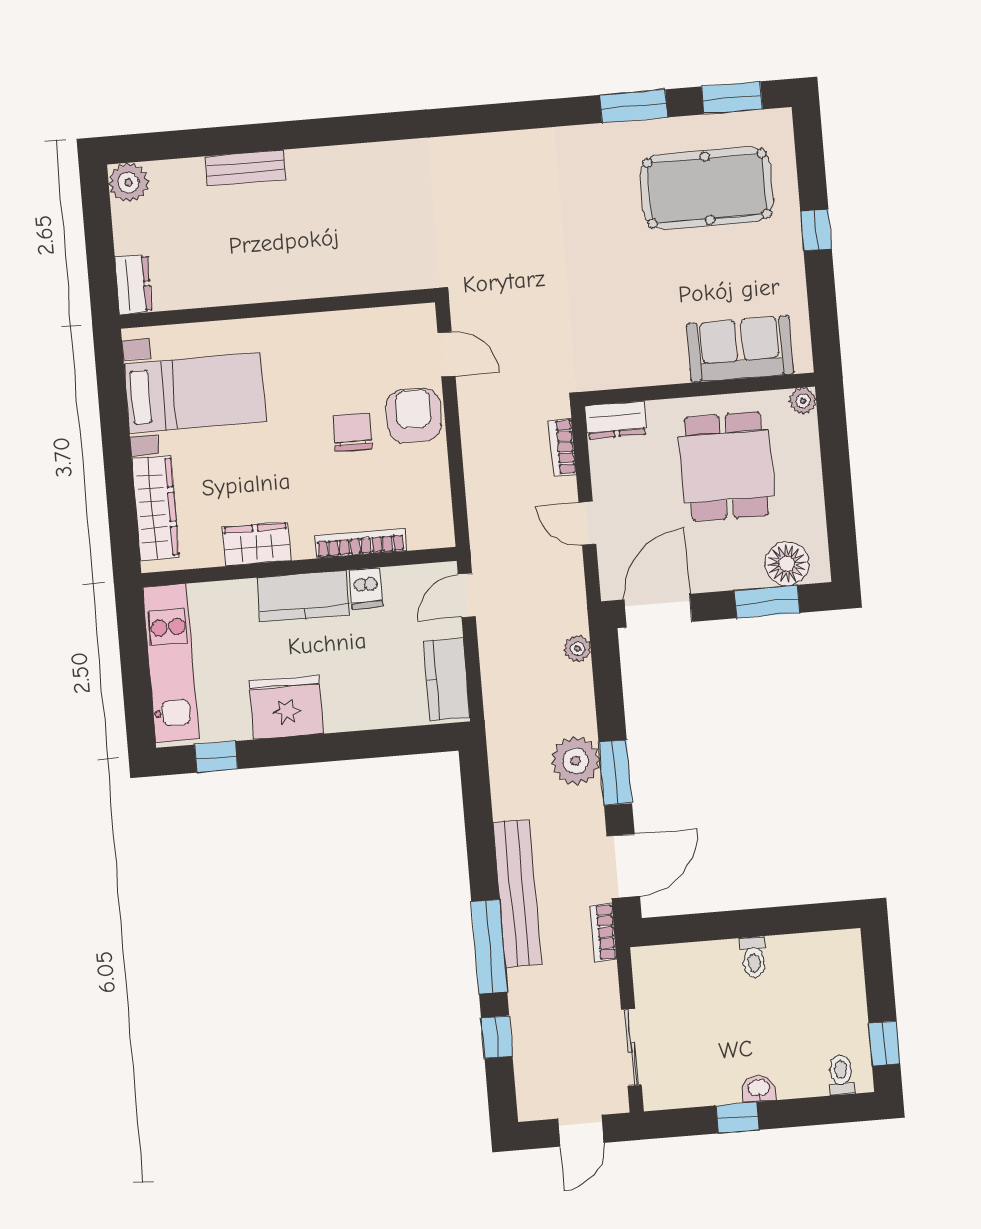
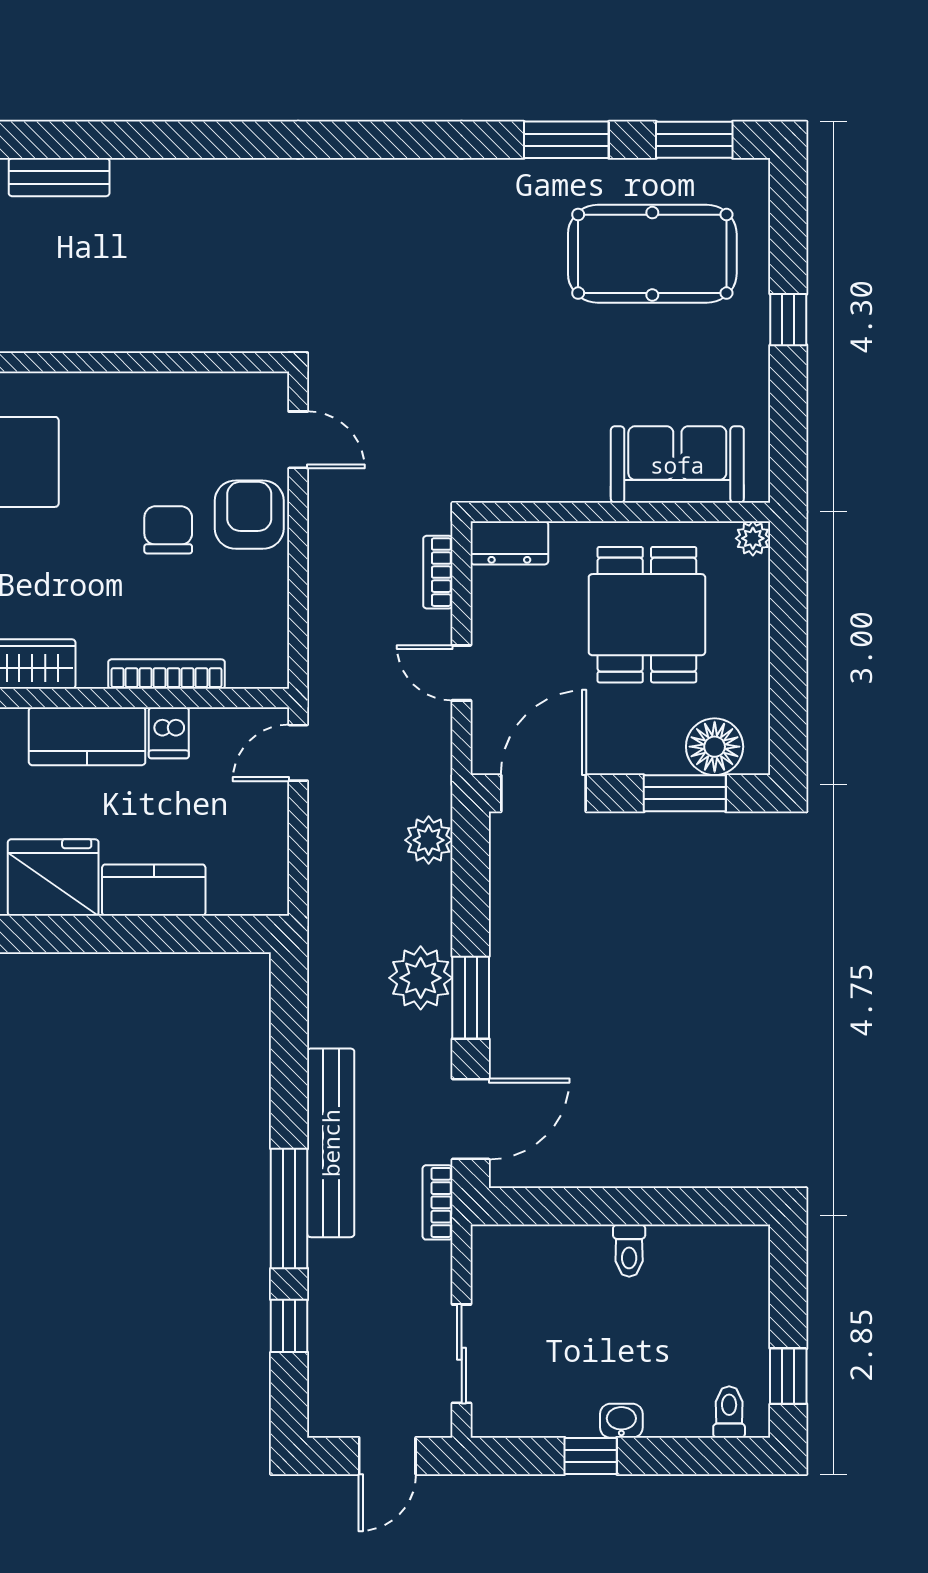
plant: (577, 649) -> (429, 840), width x1.38, depth x1.38
kitchen counter: (447, 679) -> (154, 890), moved, turned 90

